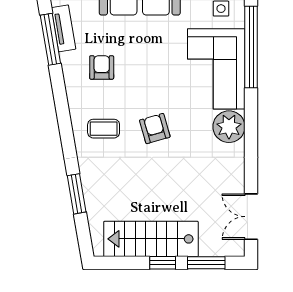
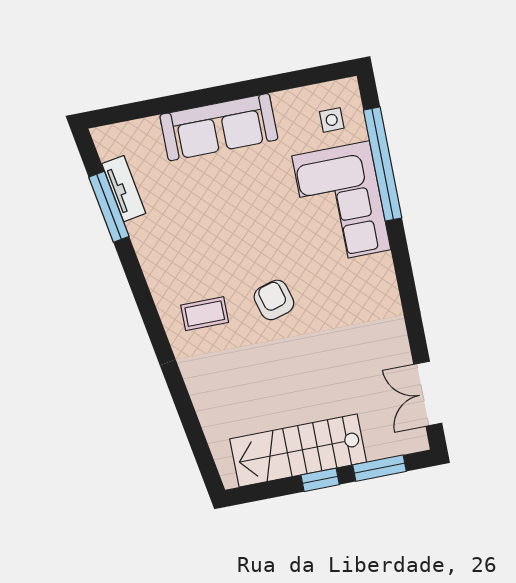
armchair: (102, 67) -> (186, 231), removed
plant: (229, 127) -> (374, 278), removed
window: (77, 194) -> (186, 409), removed

